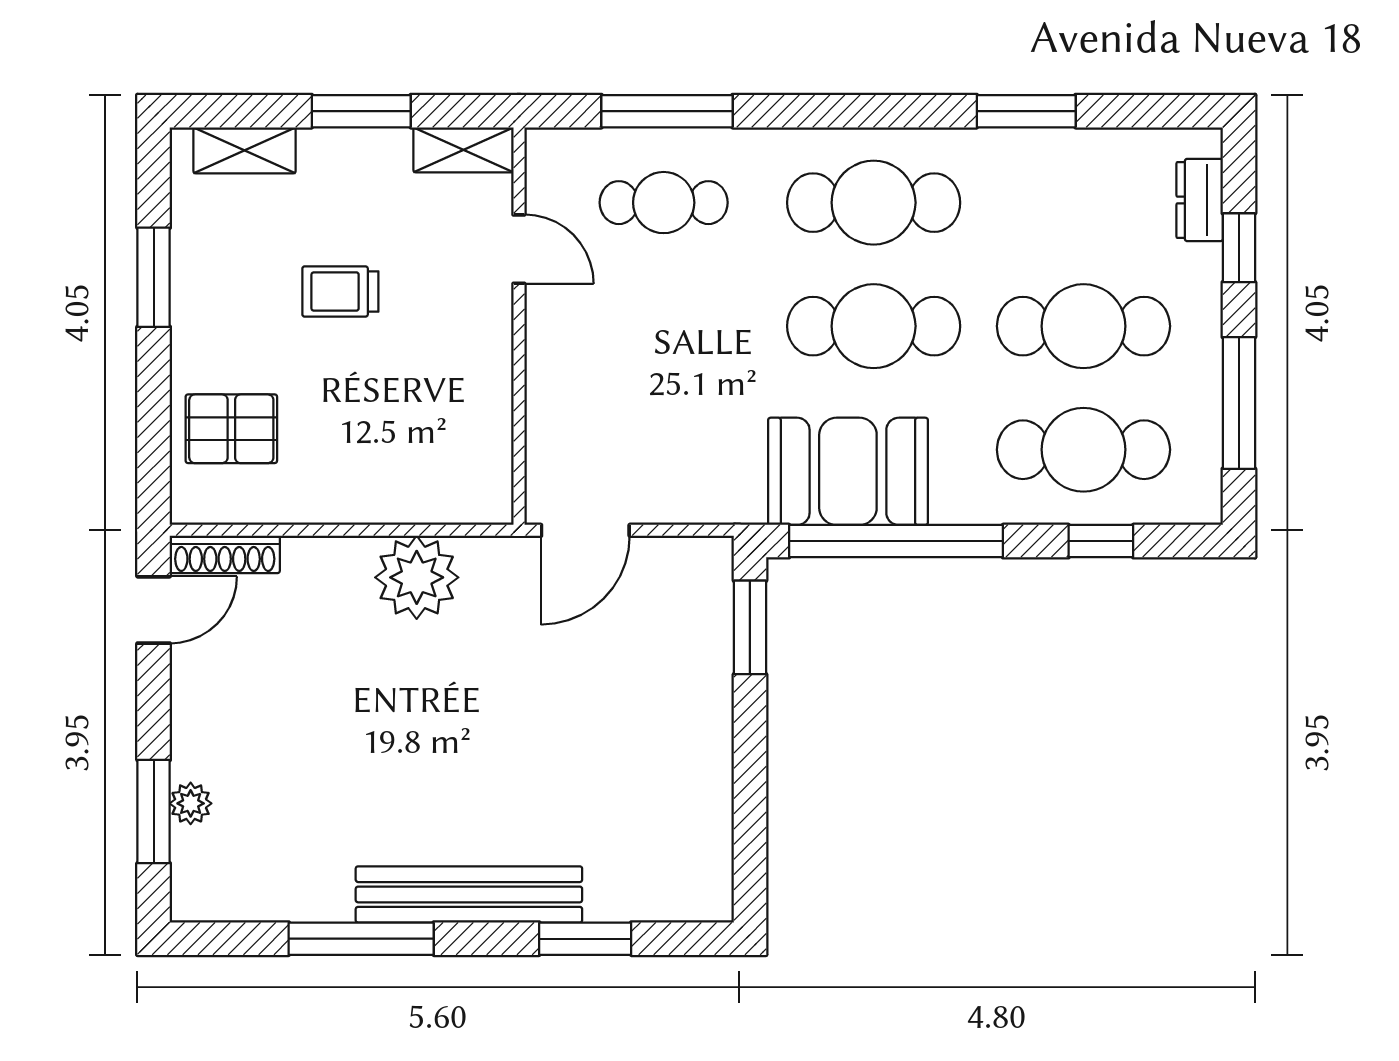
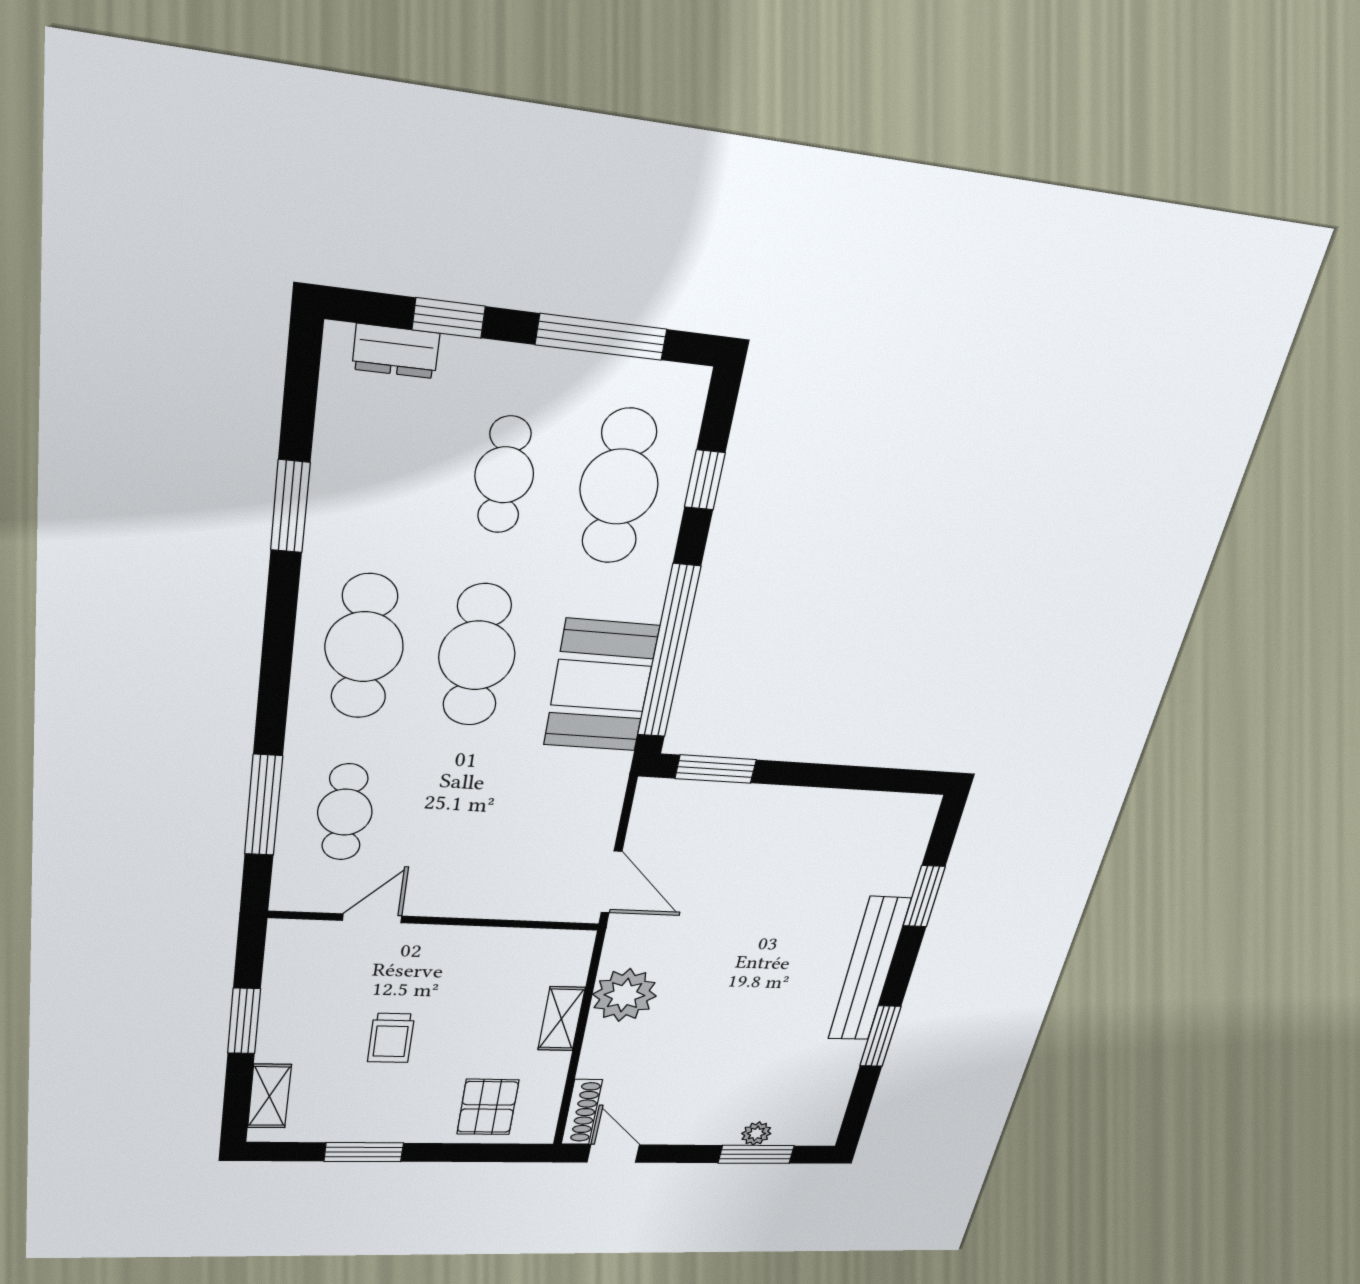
shelving: (464, 150) -> (561, 1019), moved
cafe table: (1083, 326) -> (504, 475), width x0.73, depth x0.74
window: (361, 939) -> (880, 1036), width x0.69

